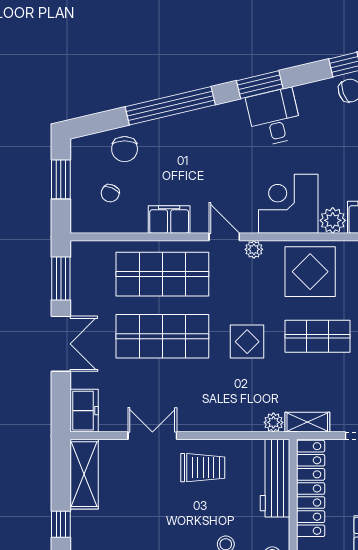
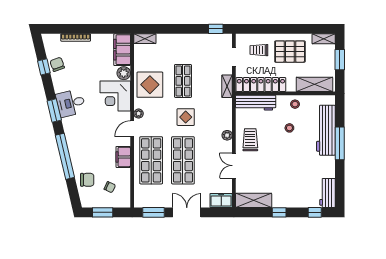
plant: (273, 422) -> (227, 135), moved

